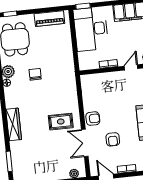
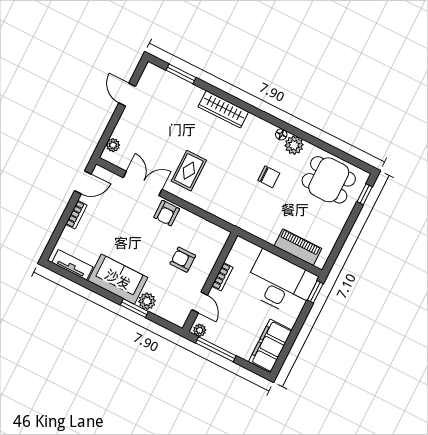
piano: (49, 19) -> (298, 247), moved, turned 90
armchair: (113, 139) -> (183, 260), moved

